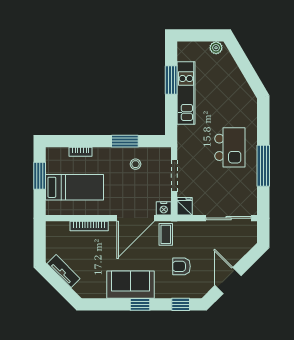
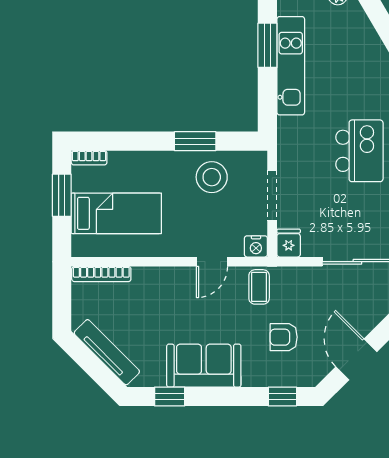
bookcase: (81, 152) -> (89, 158), moved
stool: (136, 164) -> (212, 177), width x1.89, depth x1.89
door: (136, 218) -> (212, 262), width x0.53
bookcase: (89, 226) -> (101, 274), moved
tv unit: (64, 271) -> (107, 352), width x1.41
window: (140, 304) -> (170, 396), moved

